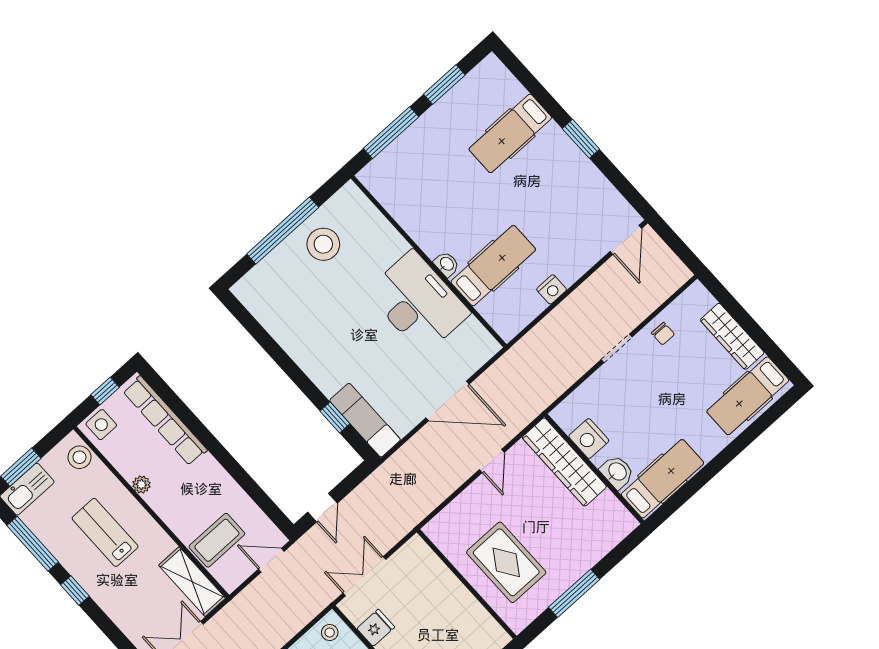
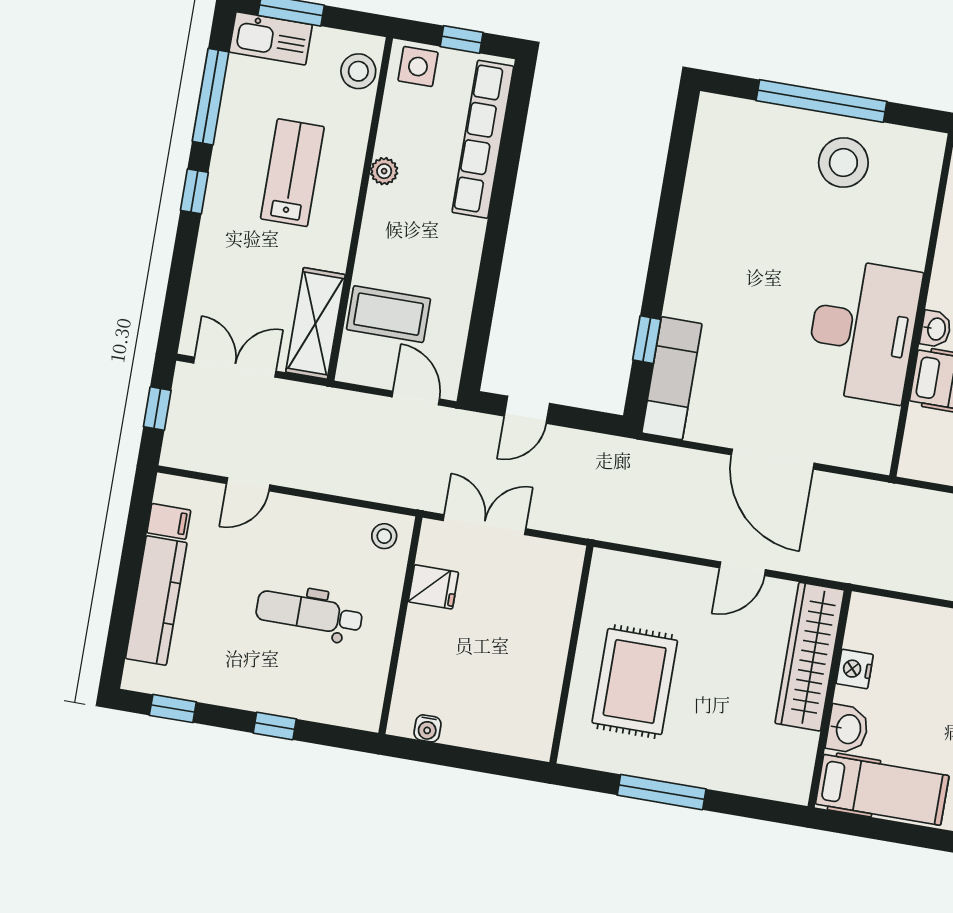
nightstand: (589, 439) -> (855, 669), width x0.74, depth x0.75

